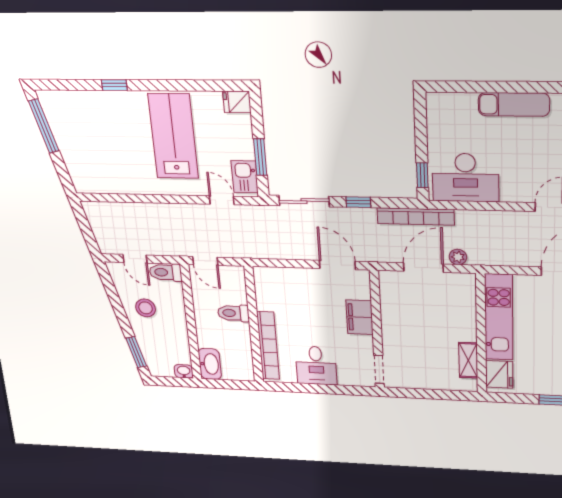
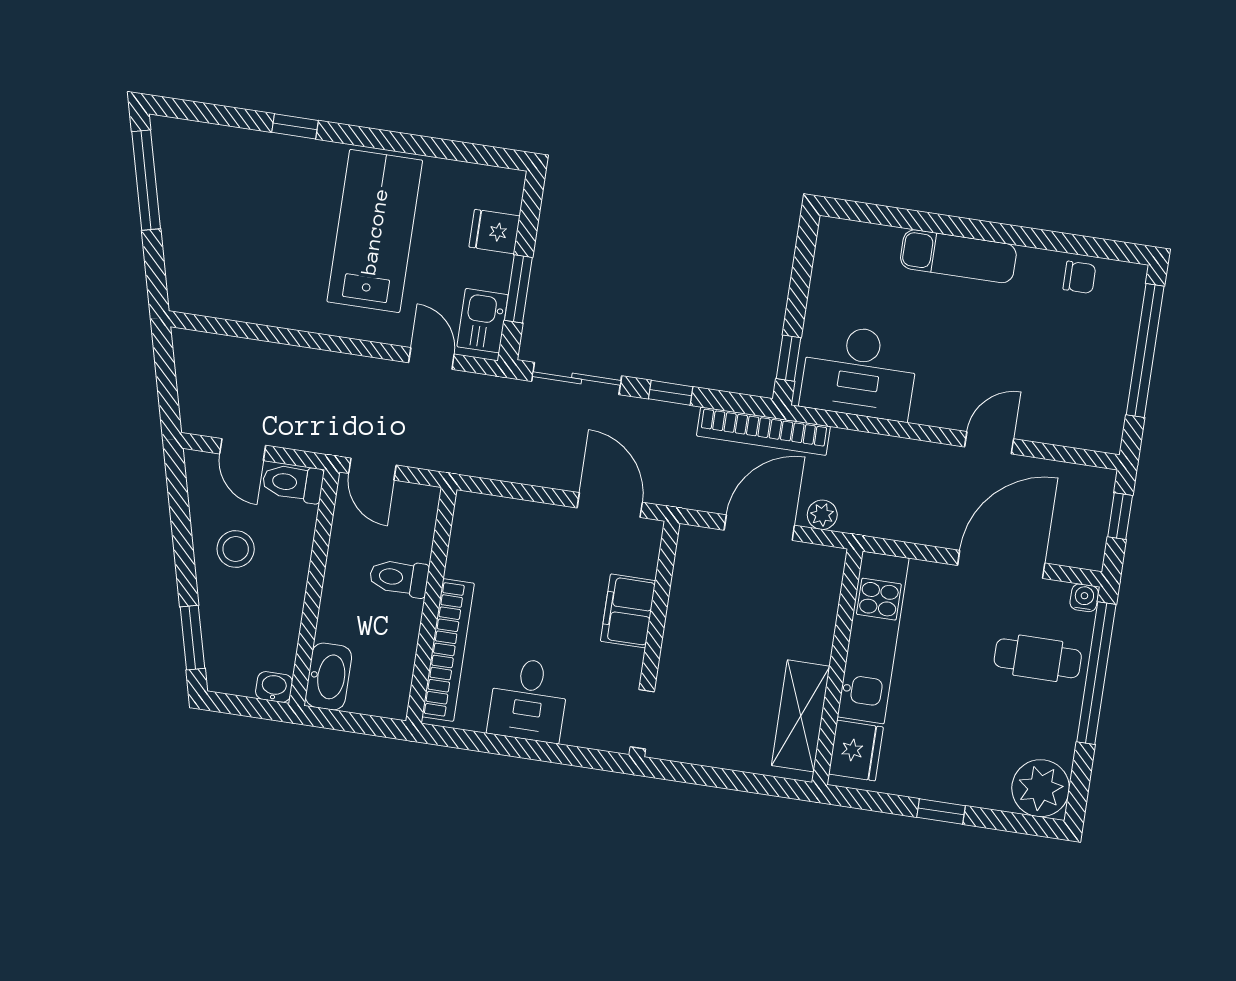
fridge: (237, 102) -> (494, 232), moved
shelving: (468, 360) -> (801, 716), width x1.50, depth x1.33

